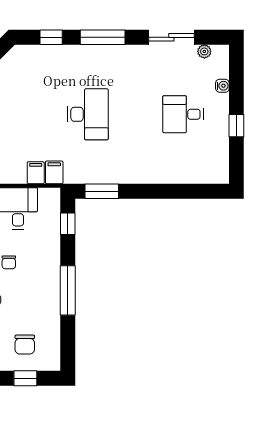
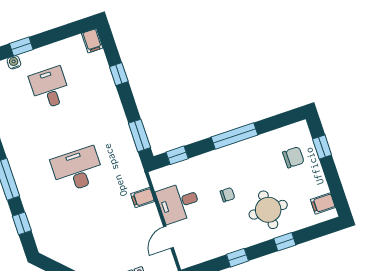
desk: (183, 114) -> (50, 88), turned 180
window: (236, 126) -> (21, 46), moved
filing cabinet: (54, 172) -> (92, 41), moved, turned -90
window: (173, 191) -> (119, 74), added

